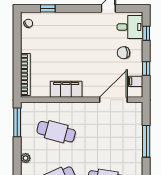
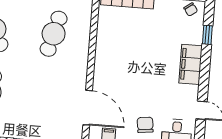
filing cabinet: (66, 89) -> (191, 64), moved, turned 180

